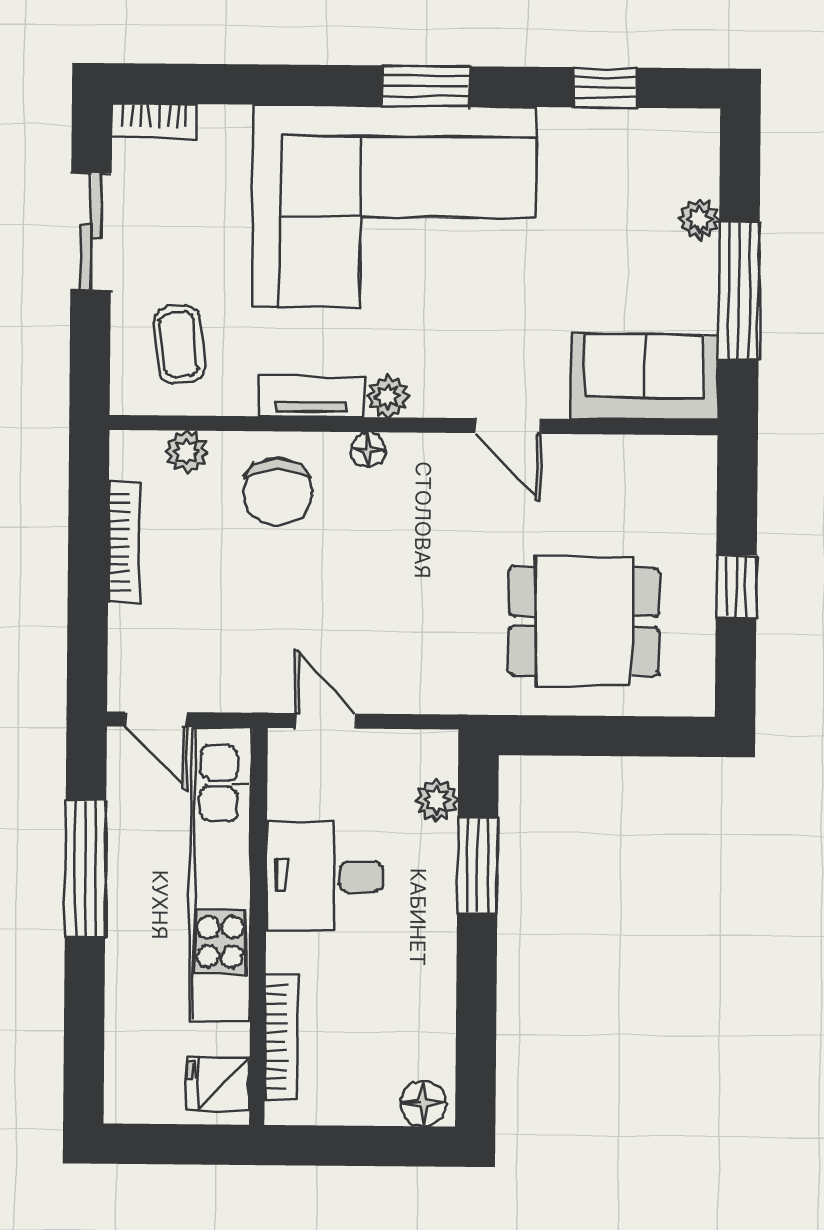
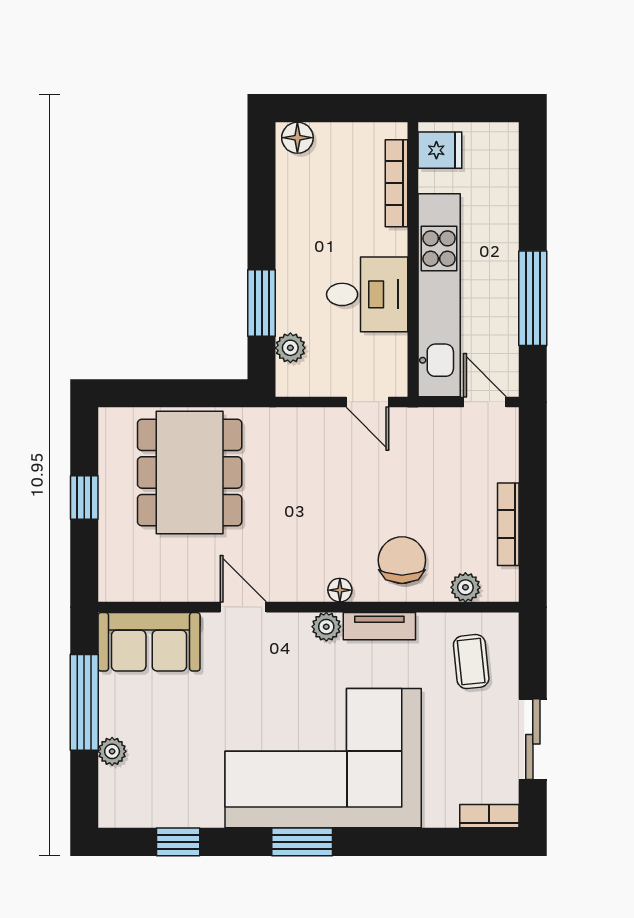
dining table: (584, 621) -> (190, 472), width x1.37

